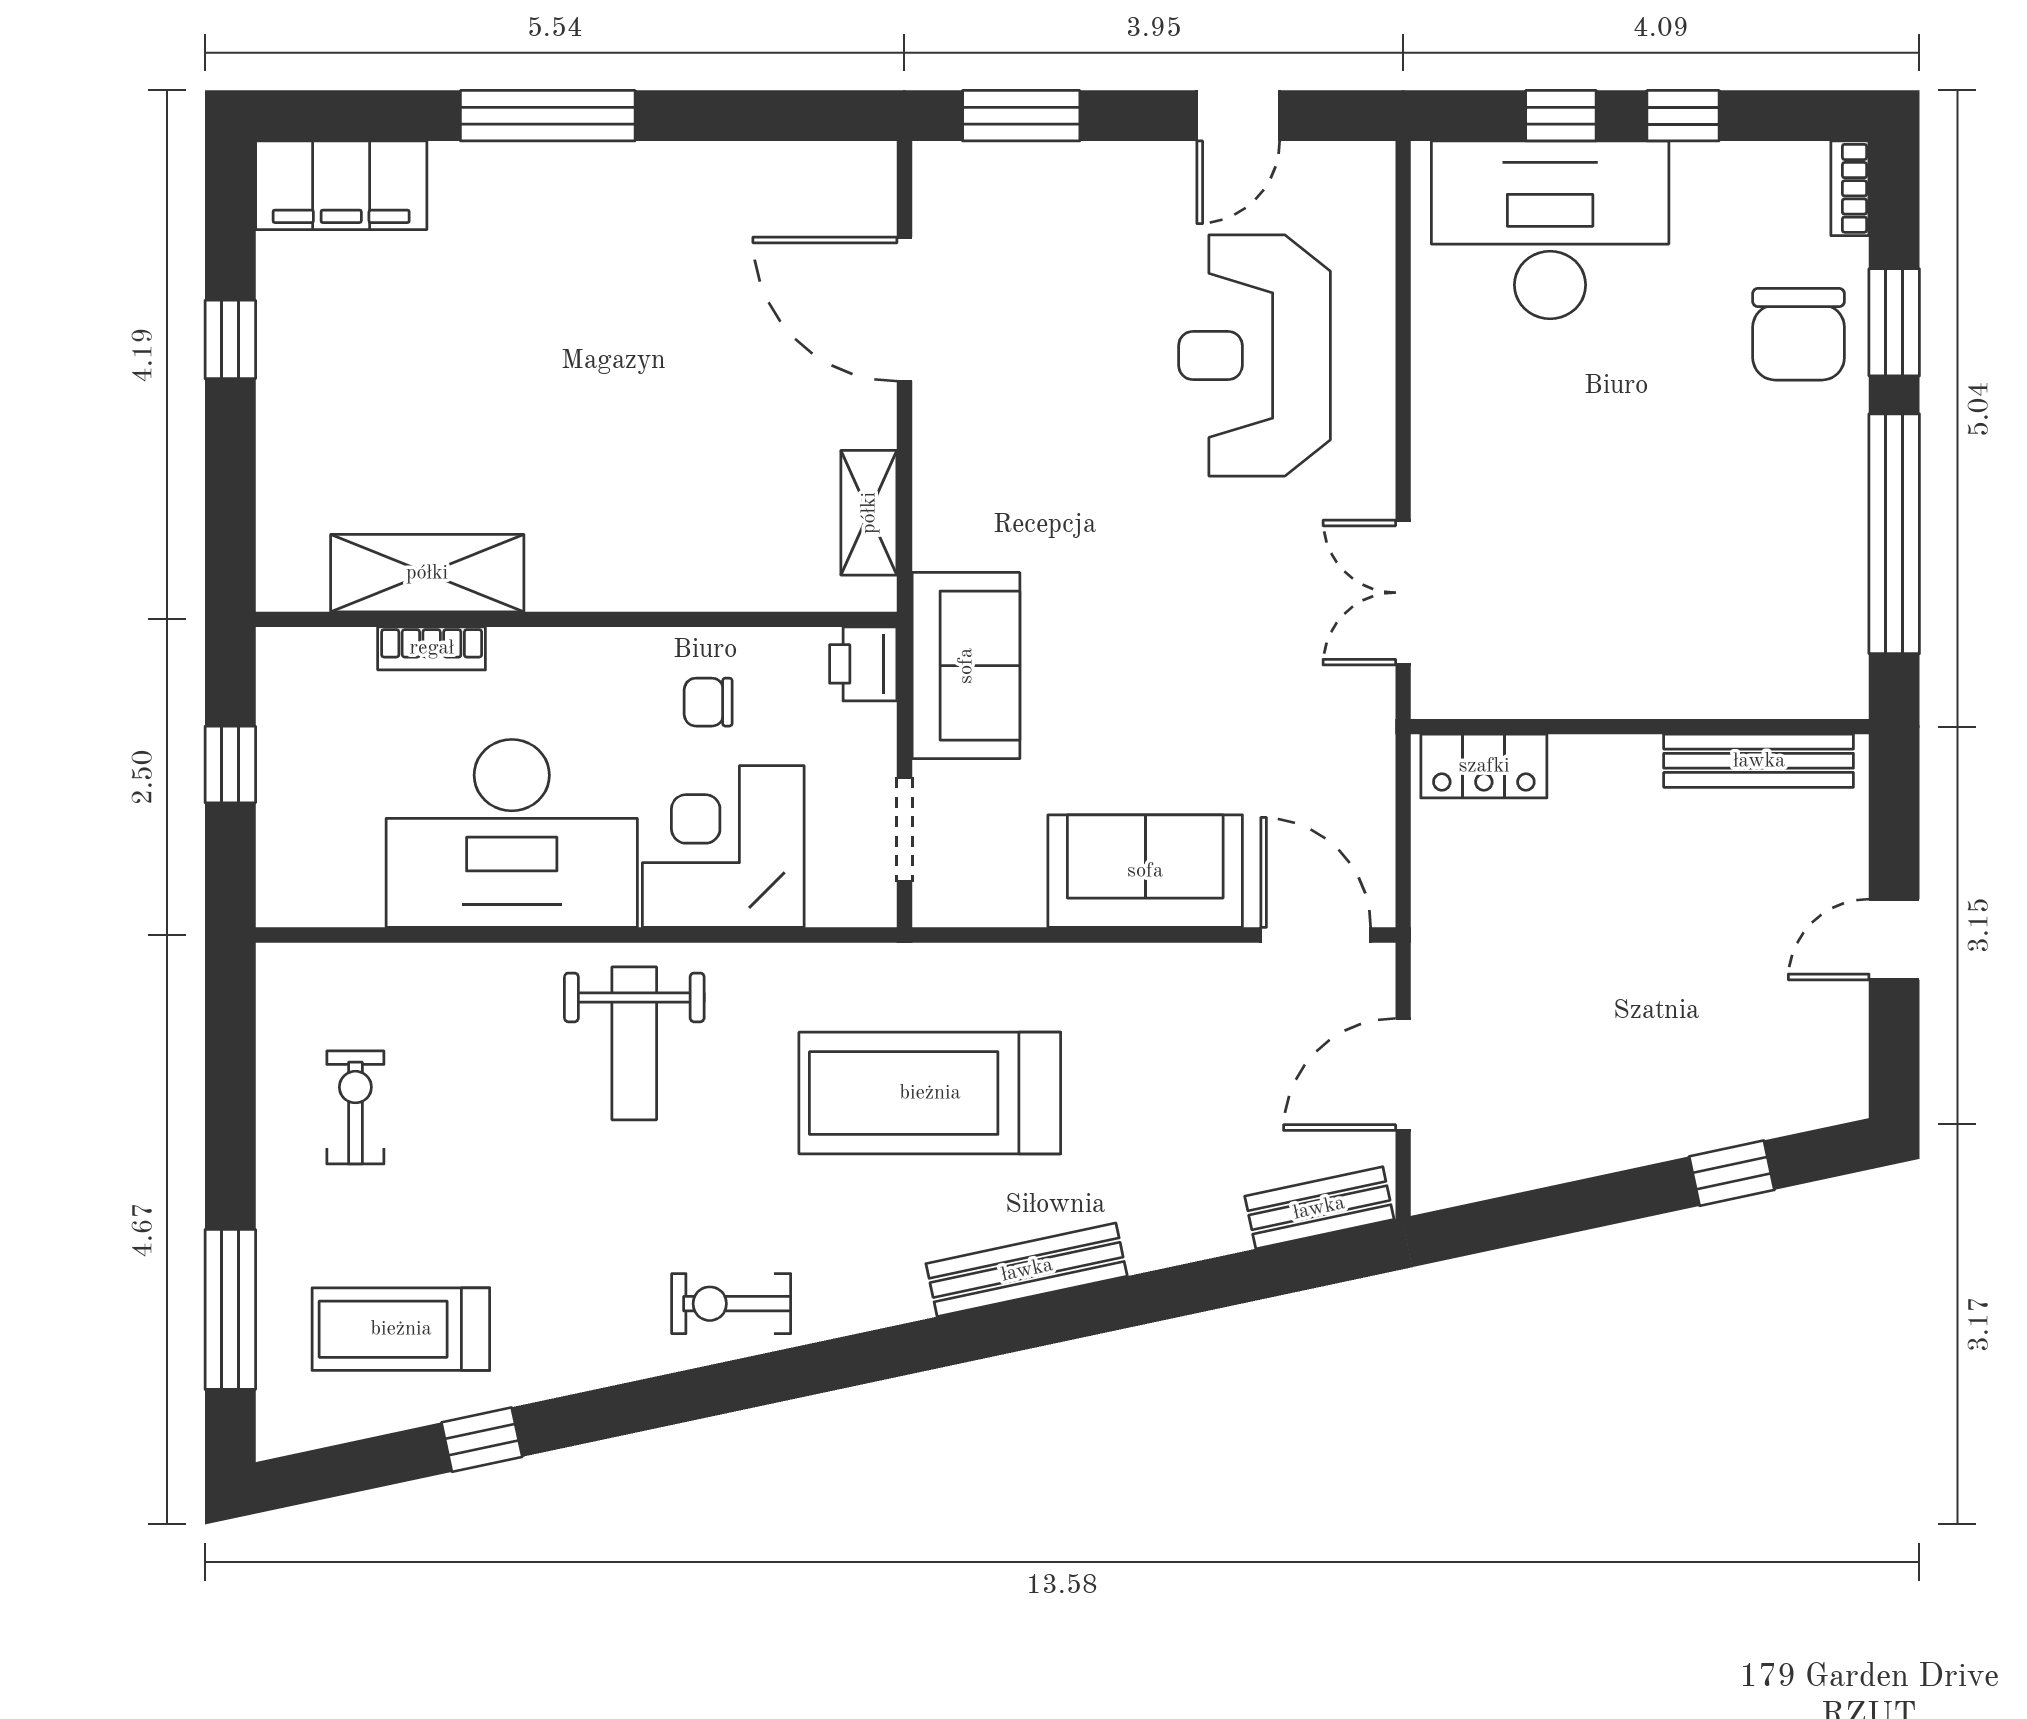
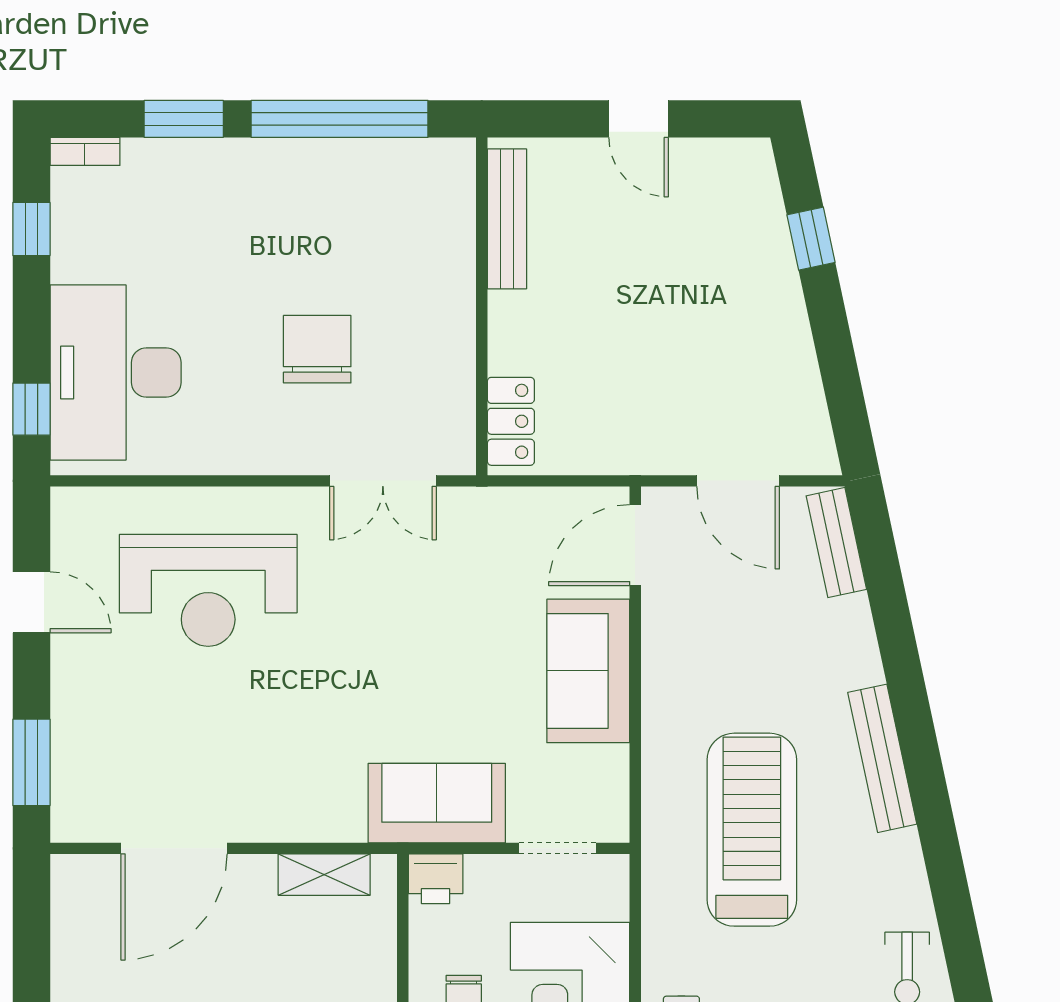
window: (1561, 116) -> (31, 409), moved
window: (1683, 116) -> (31, 229), moved
chair: (1799, 334) -> (317, 349), moved, turned -90
treadmill: (930, 1093) -> (752, 830), turned 180

